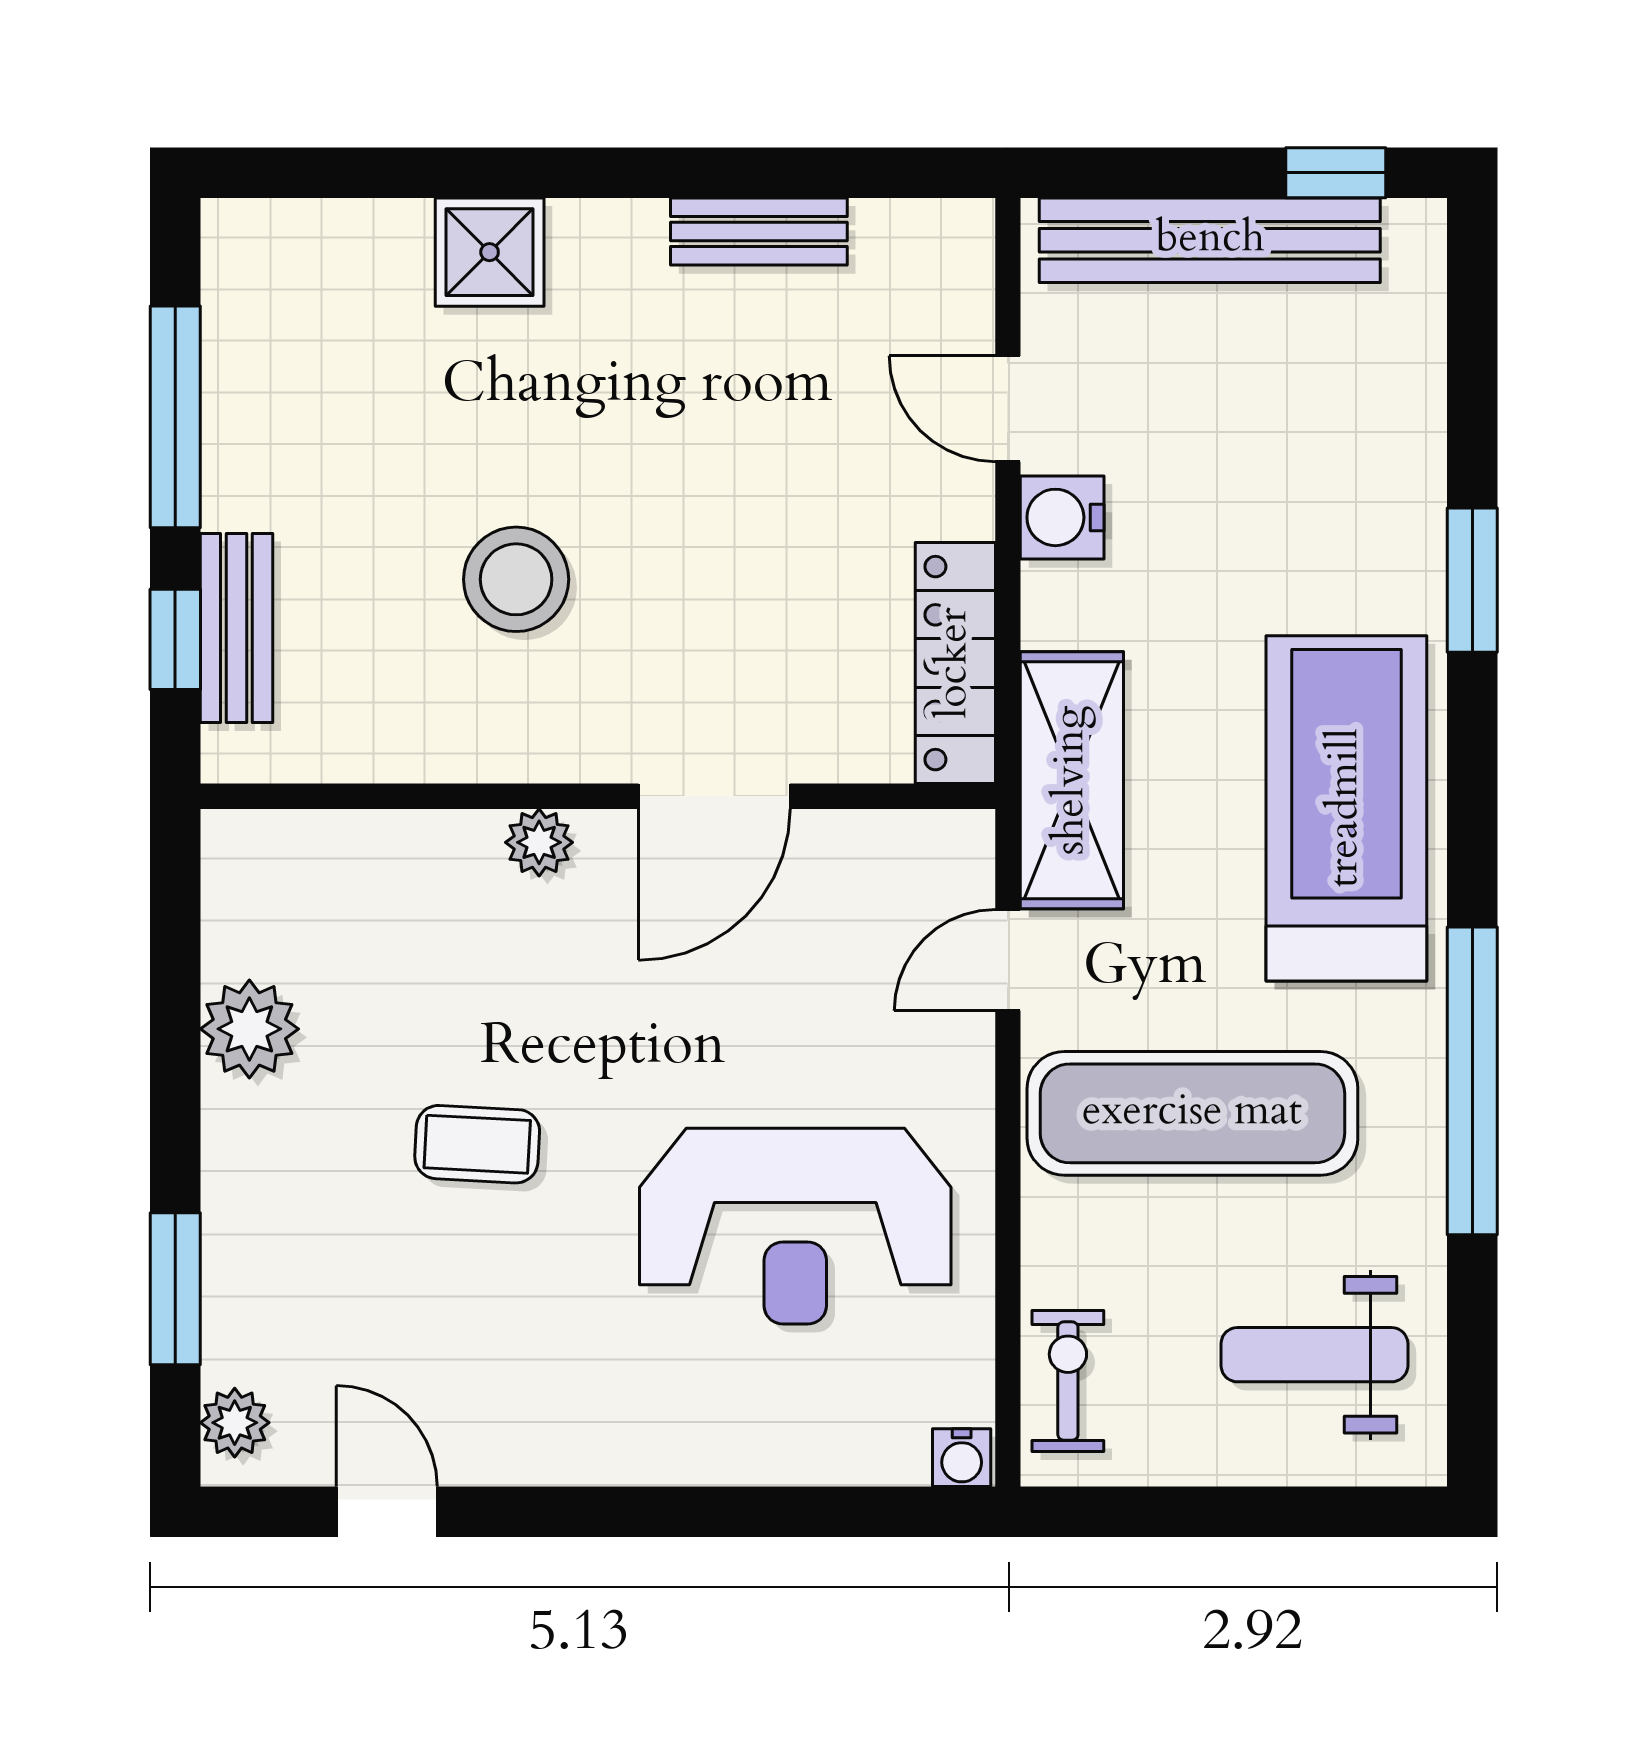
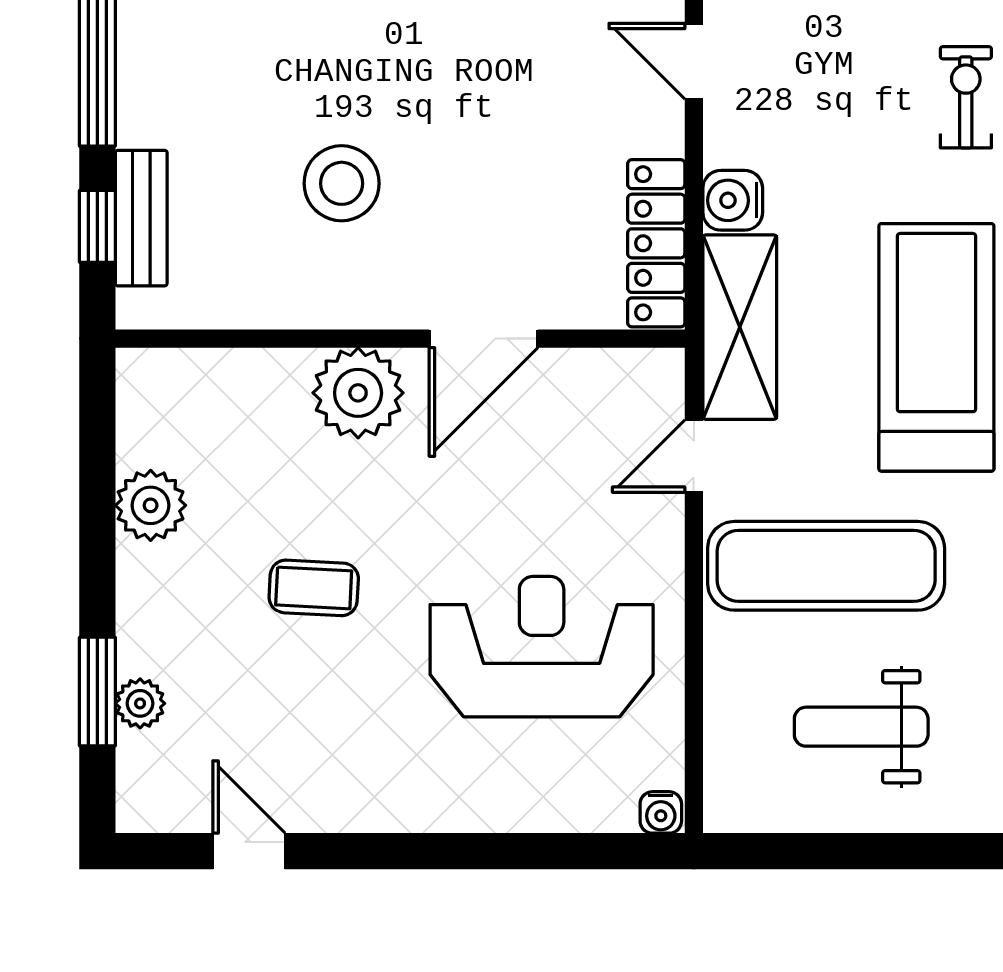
water cooler: (1062, 517) -> (733, 200), moved
plant: (539, 842) -> (358, 393), width x1.87, depth x1.87
reception desk: (795, 1226) -> (542, 647), turned 180
weight bench: (1314, 1355) -> (861, 727), moved
exercise bike: (1068, 1381) -> (966, 97), moved
plant: (235, 1423) -> (140, 703), moved

